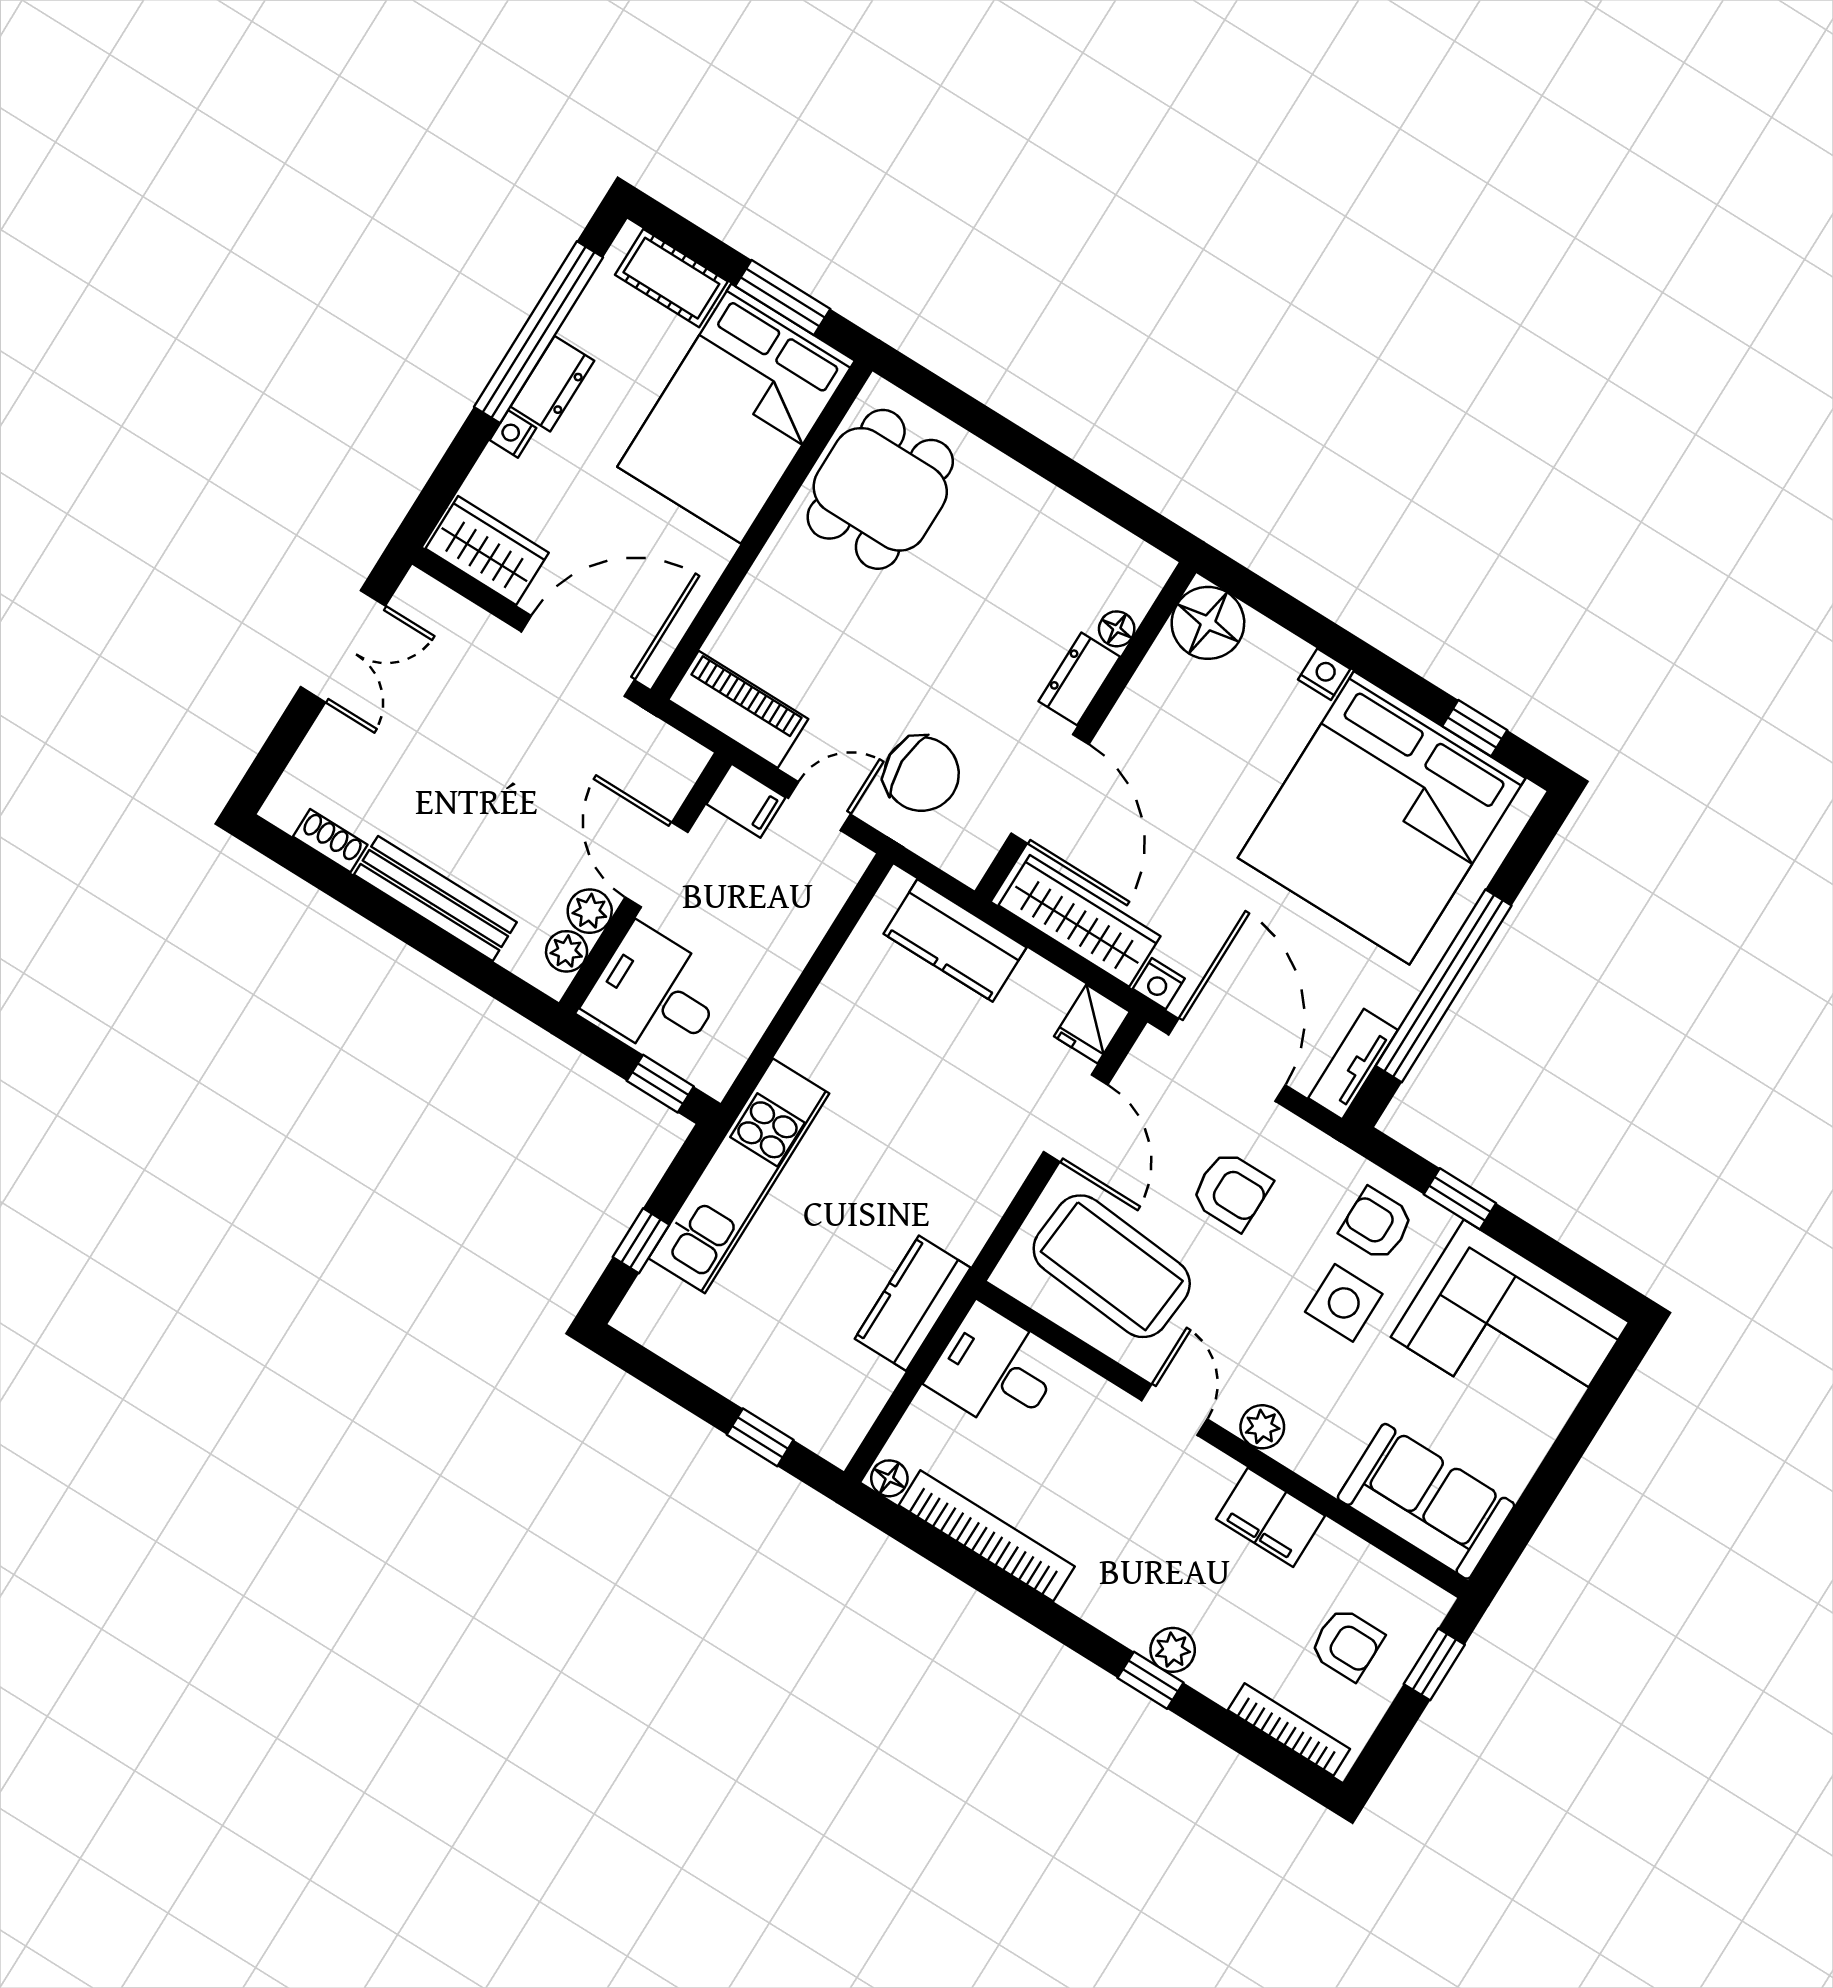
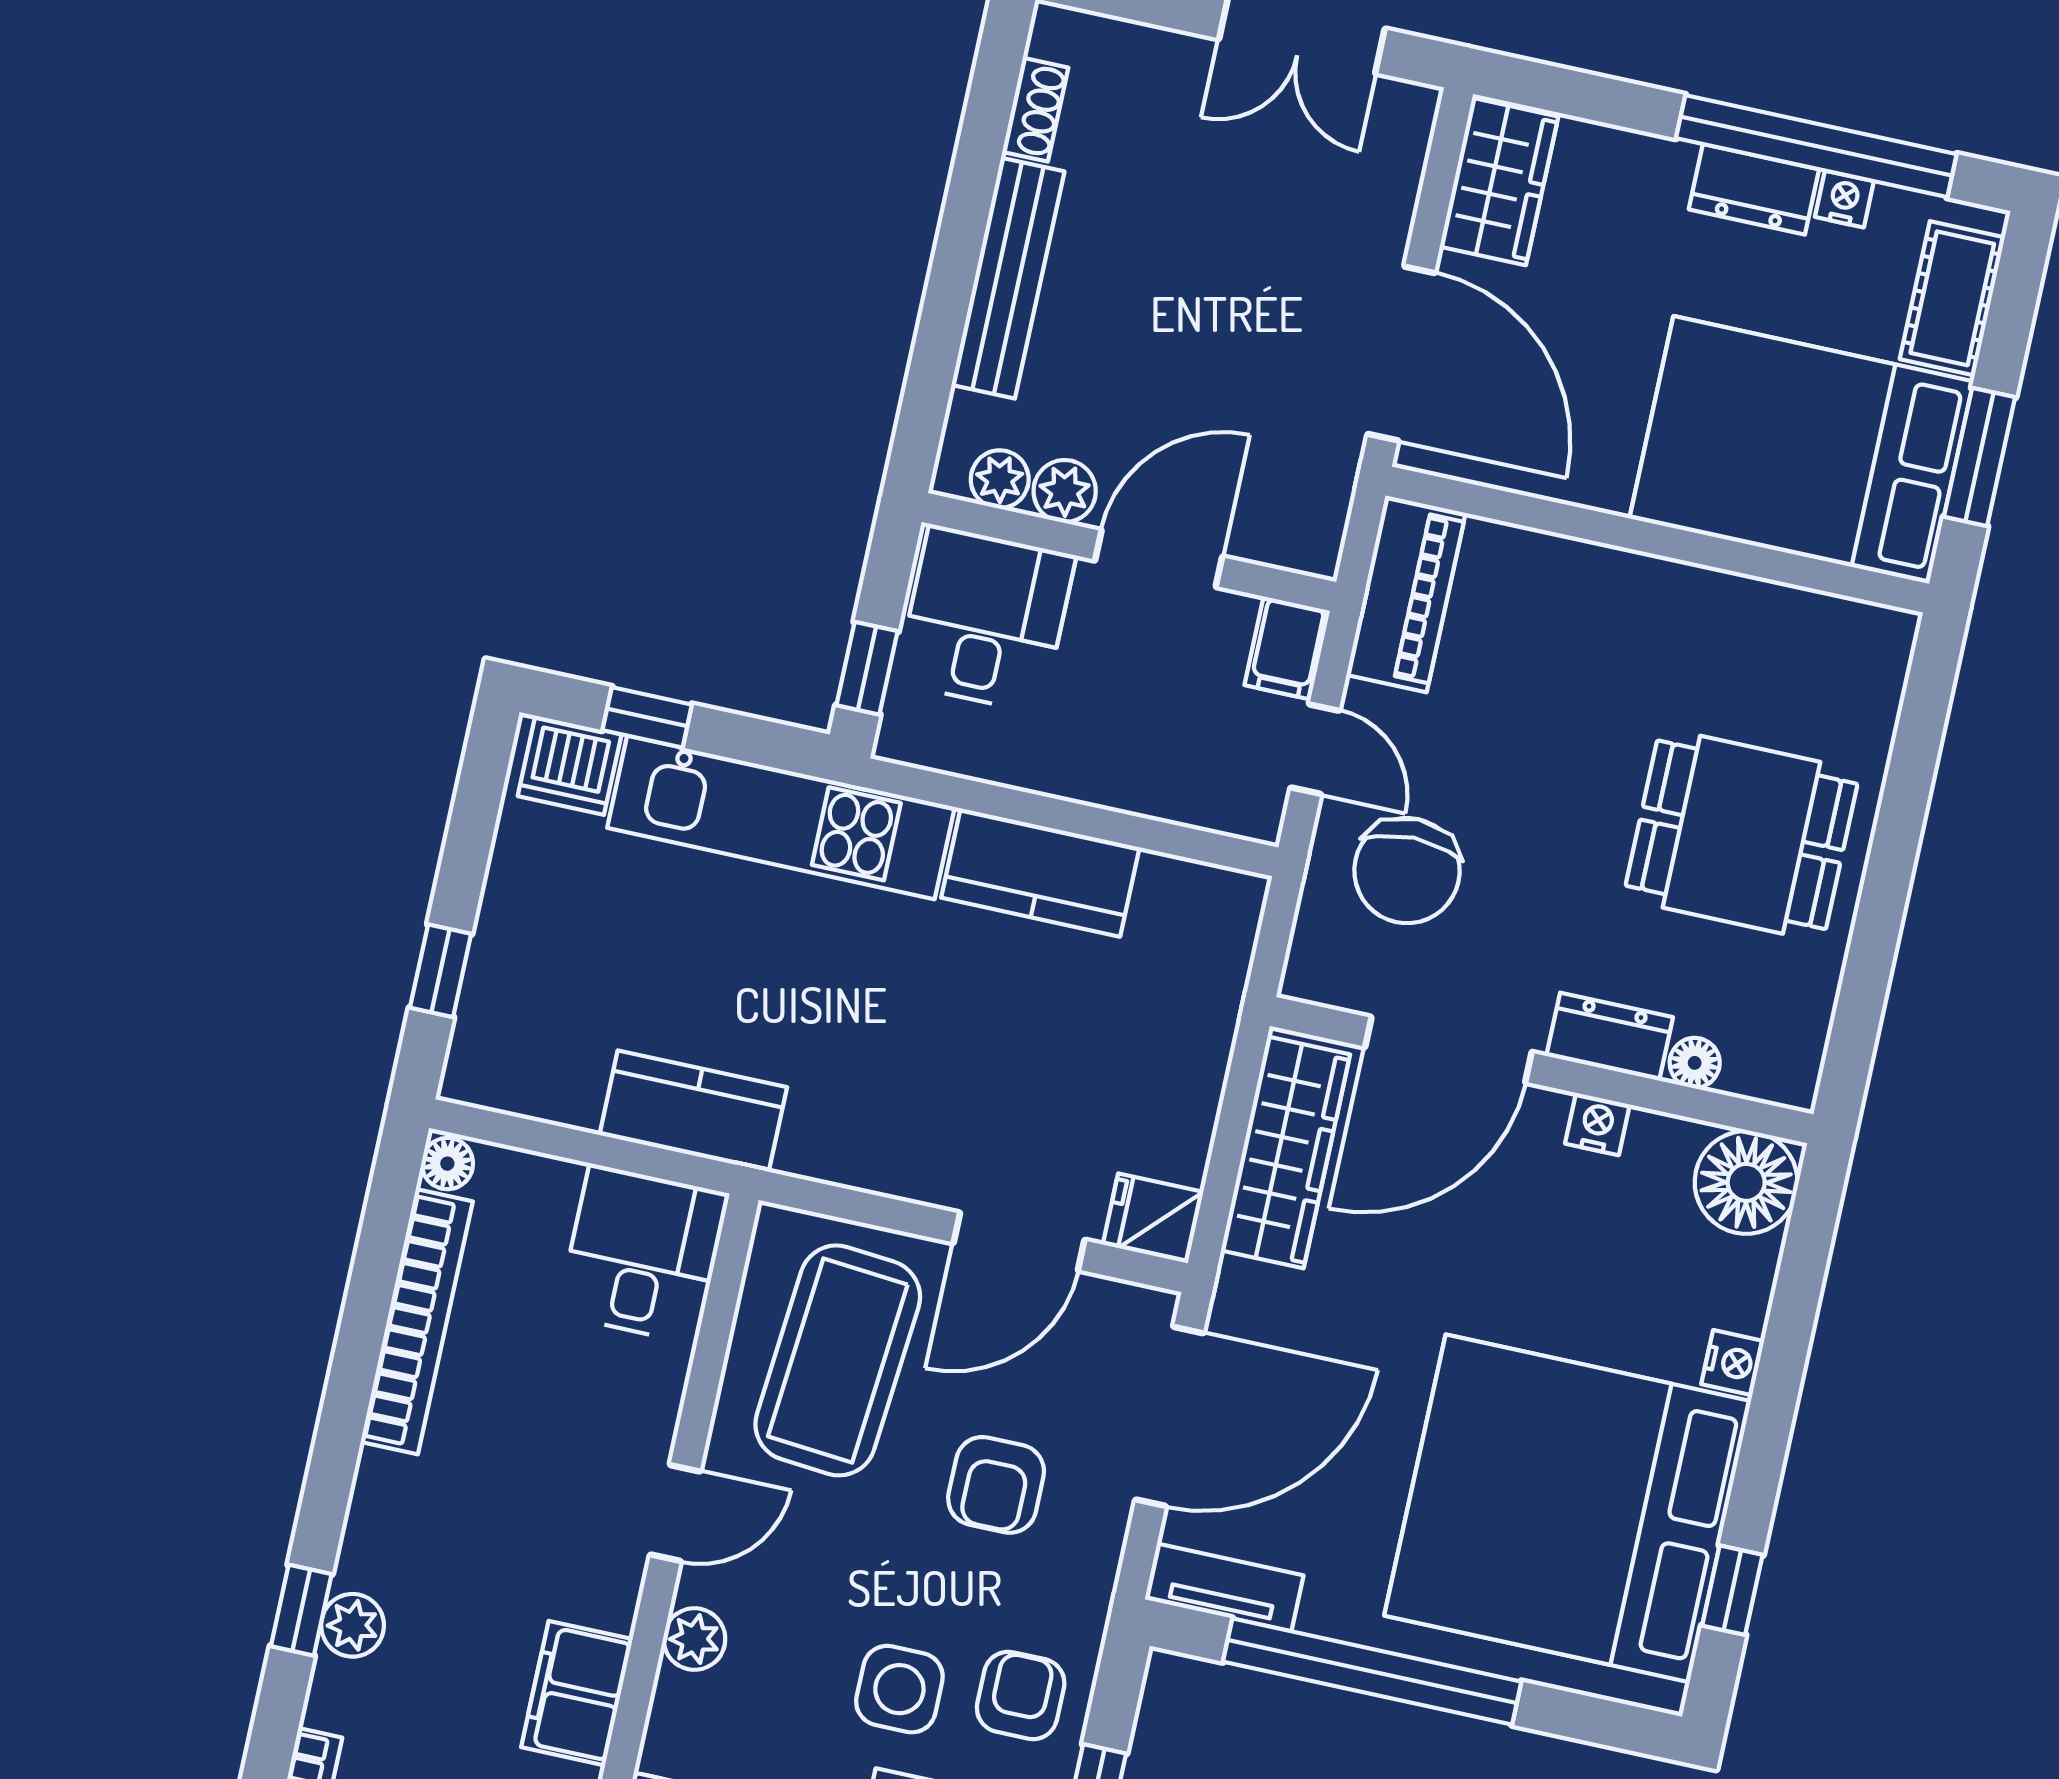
nightstand: (513, 434) -> (1844, 199), moved
dining table: (880, 489) -> (1741, 835), moved
kitchen counter: (955, 941) -> (1040, 873), moved, turned -90
nightstand: (1159, 984) -> (1597, 1124), moved, turned 90
dishwasher: (654, 1303) -> (570, 765), added

